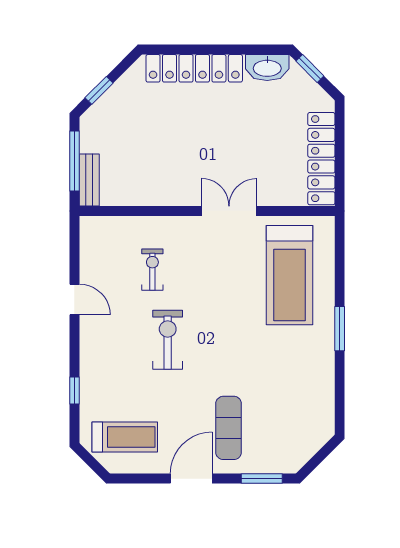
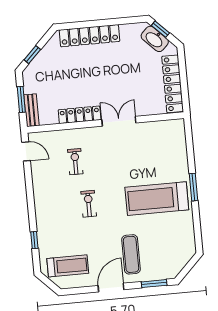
washbasin: (267, 68) -> (155, 39), moved, turned 45
window: (74, 161) -> (21, 99), width x0.69
locker: (166, 195) -> (80, 115), added
treadmill: (289, 275) -> (157, 199), moved, turned 90
door: (74, 300) -> (26, 151), moved
exercise bike: (168, 340) -> (89, 204), width x0.73, depth x0.72

